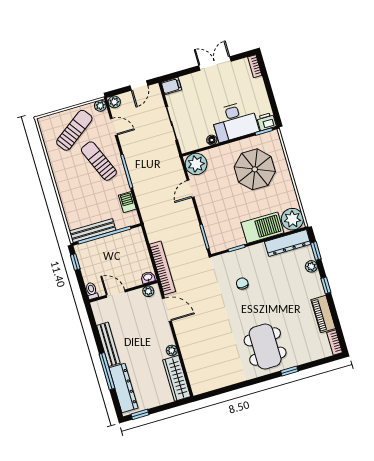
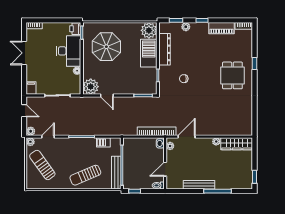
sun lounger: (99, 161) -> (85, 175), moved
dresser: (288, 243) -> (165, 49), moved
dining table: (265, 347) -> (232, 75), width x0.73
dresser: (123, 388) -> (233, 183), removed

